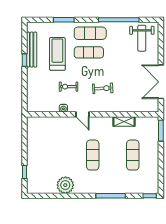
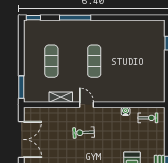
exercise bike: (68, 87) -> (148, 118), moved
door: (82, 114) -> (87, 105), moved
plant: (65, 185) -> (124, 29), removed

